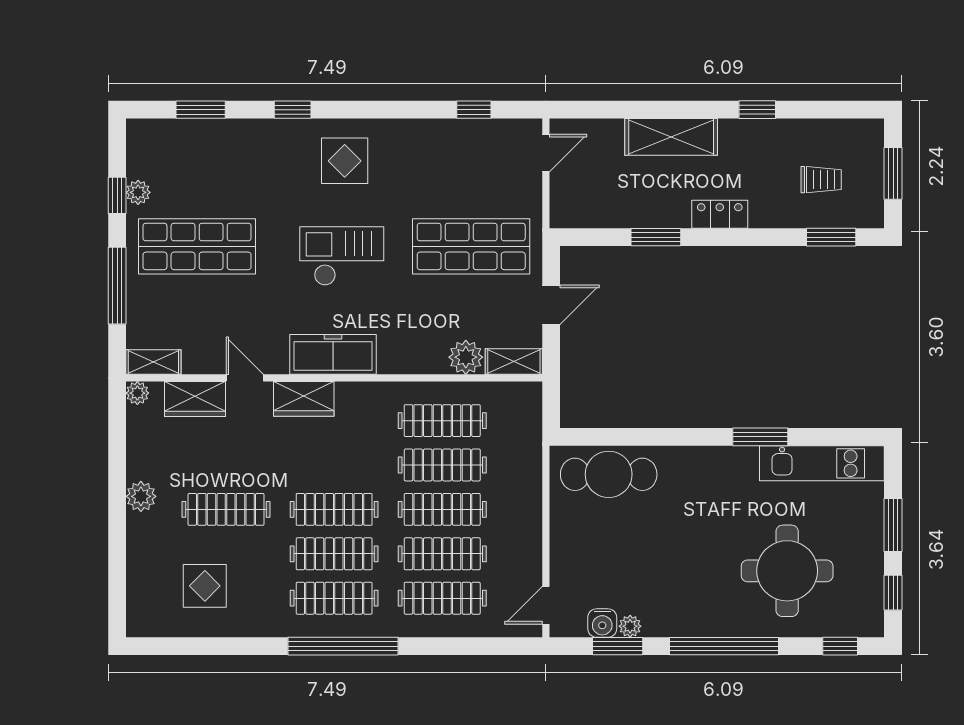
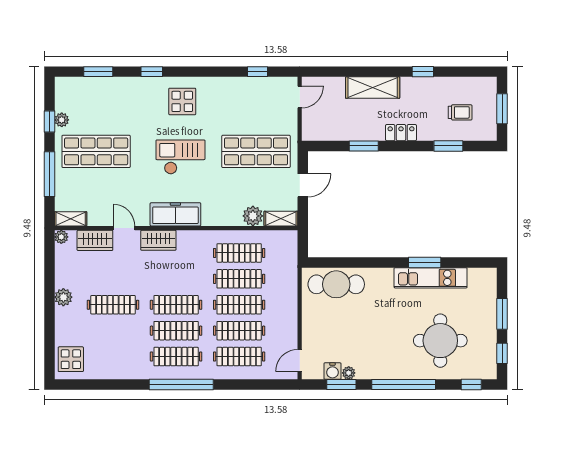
window: (831, 237) -> (448, 146), moved
kitchen unit: (822, 463) -> (431, 278), moved
display table: (205, 586) -> (71, 359), moved

